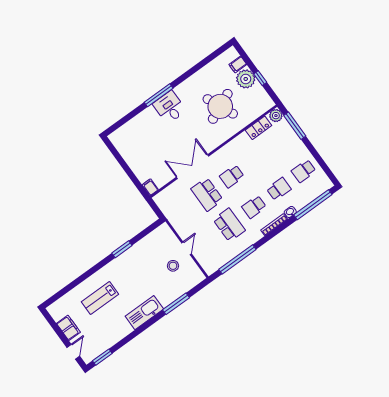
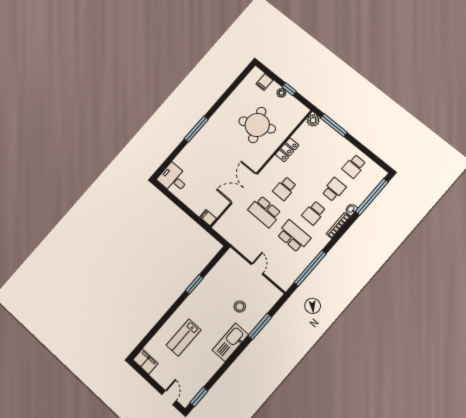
plant: (246, 79) -> (281, 93), width x0.53, depth x0.53
desk: (170, 107) -> (173, 179), moved
locker: (258, 128) -> (287, 150), moved
stool: (173, 266) -> (240, 307), moved
filing cabinet: (68, 328) -> (145, 362), moved

